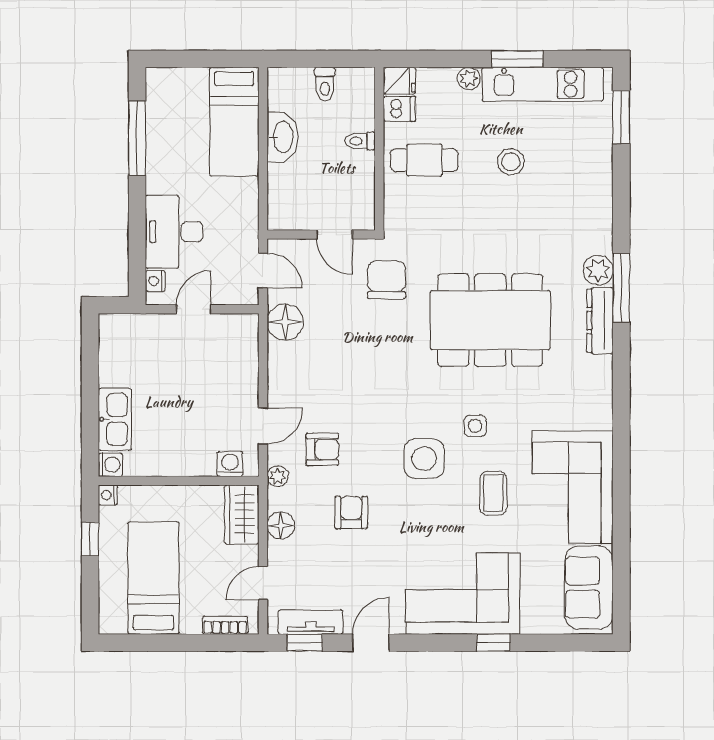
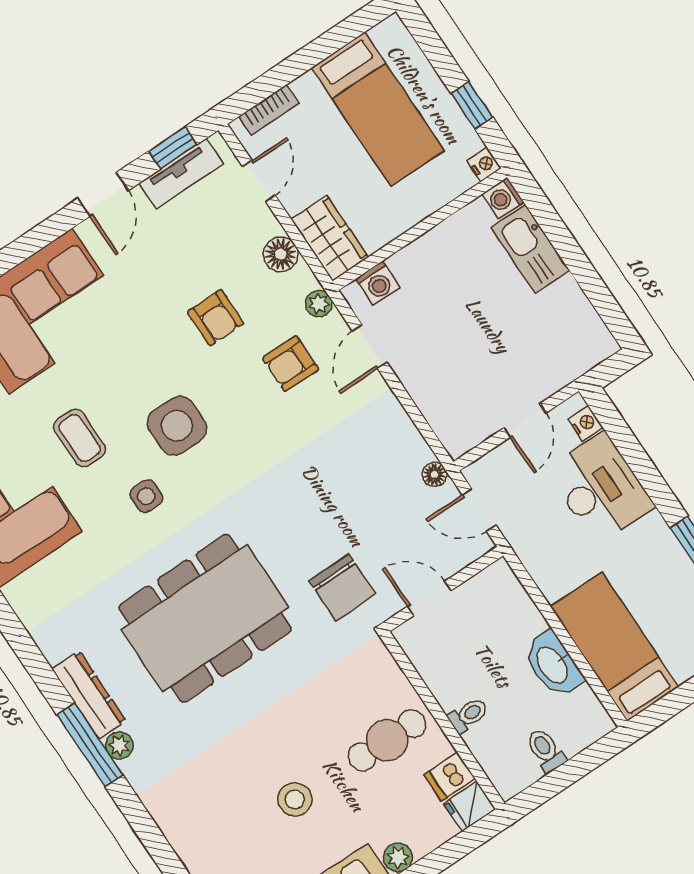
plant: (598, 270) -> (119, 745), width x0.73, depth x0.73
floor lamp: (285, 322) -> (434, 475), width x0.53, depth x0.53

